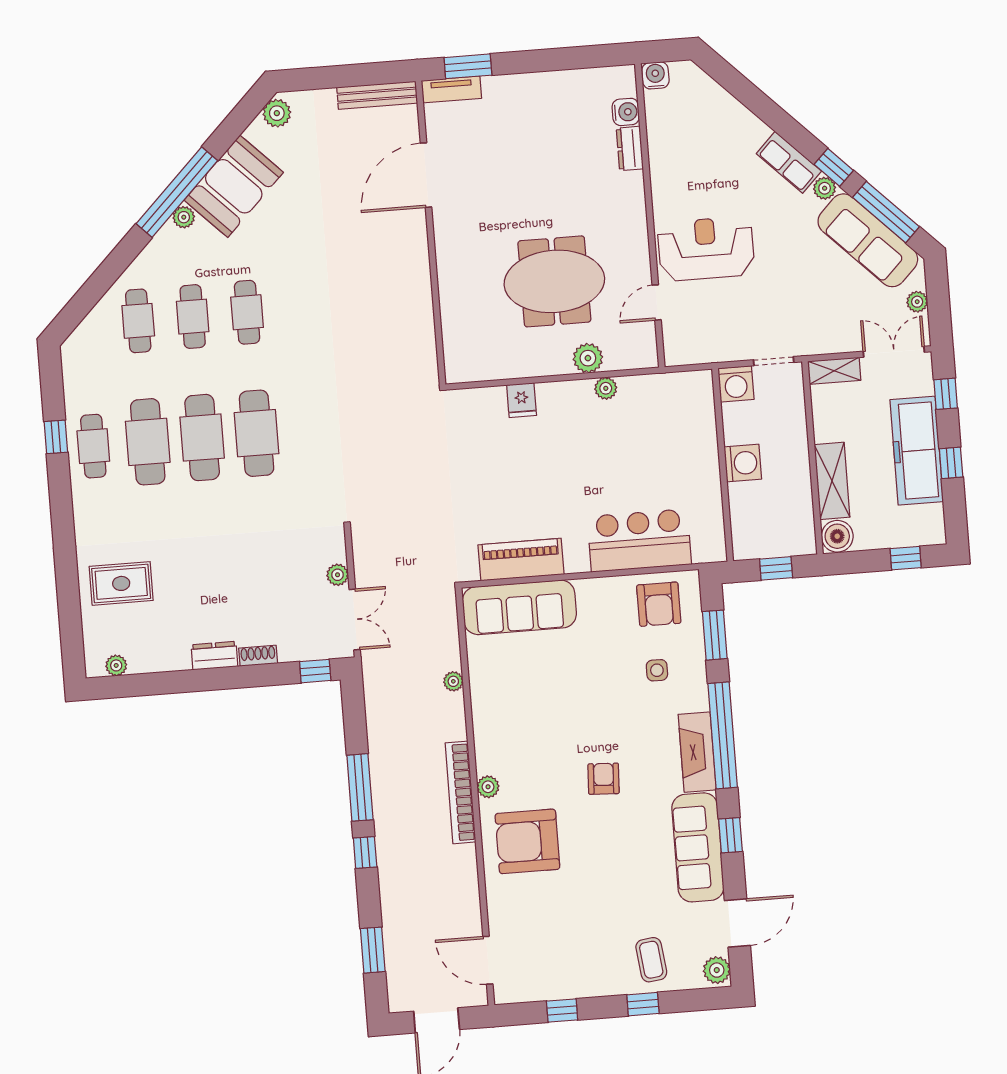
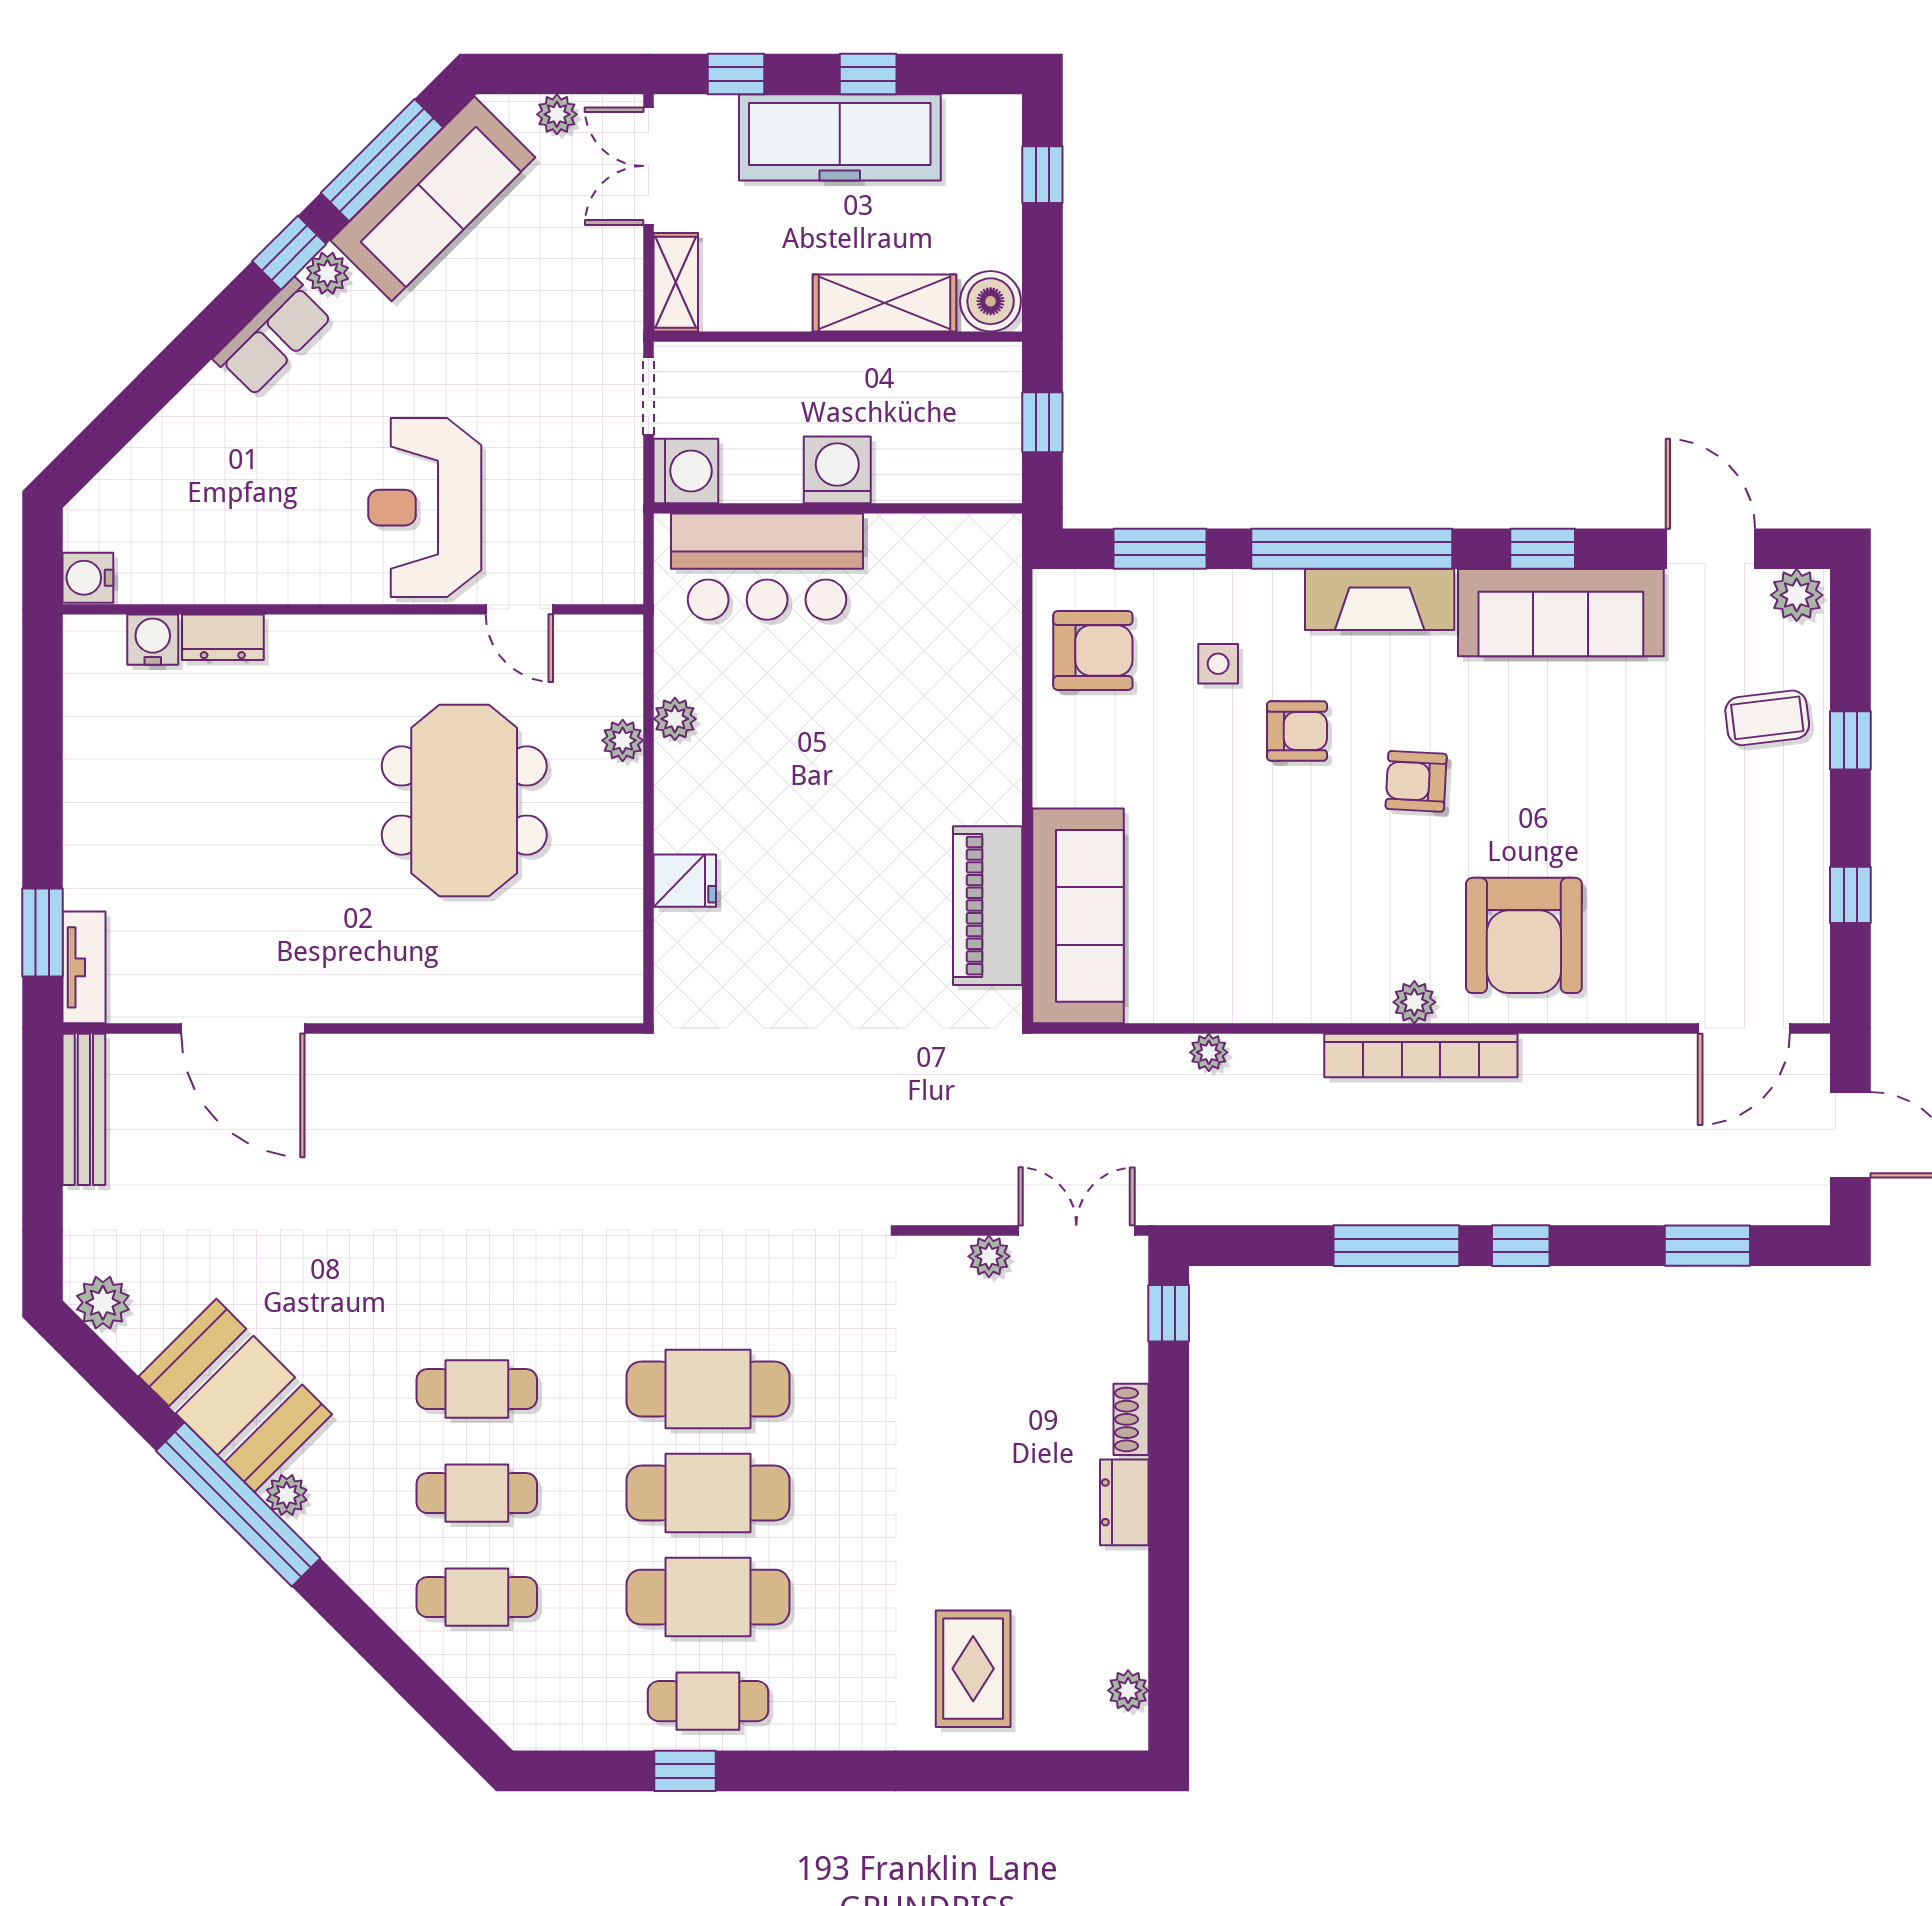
plant: (588, 358) -> (623, 740), width x0.73, depth x0.73
bar counter: (639, 540) -> (767, 567), moved, turned -90
armchair: (625, 714) -> (1297, 731), added

